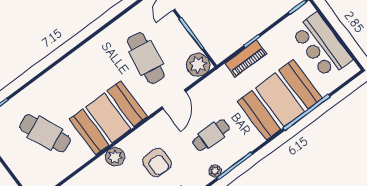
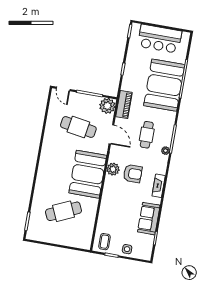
piano: (246, 59) -> (124, 105), moved
plant: (115, 157) -> (113, 169), moved

